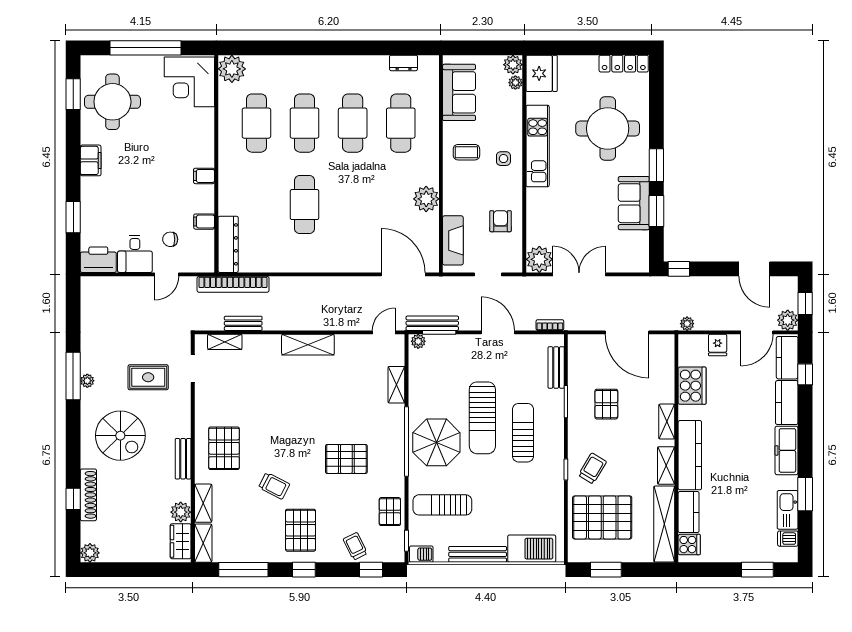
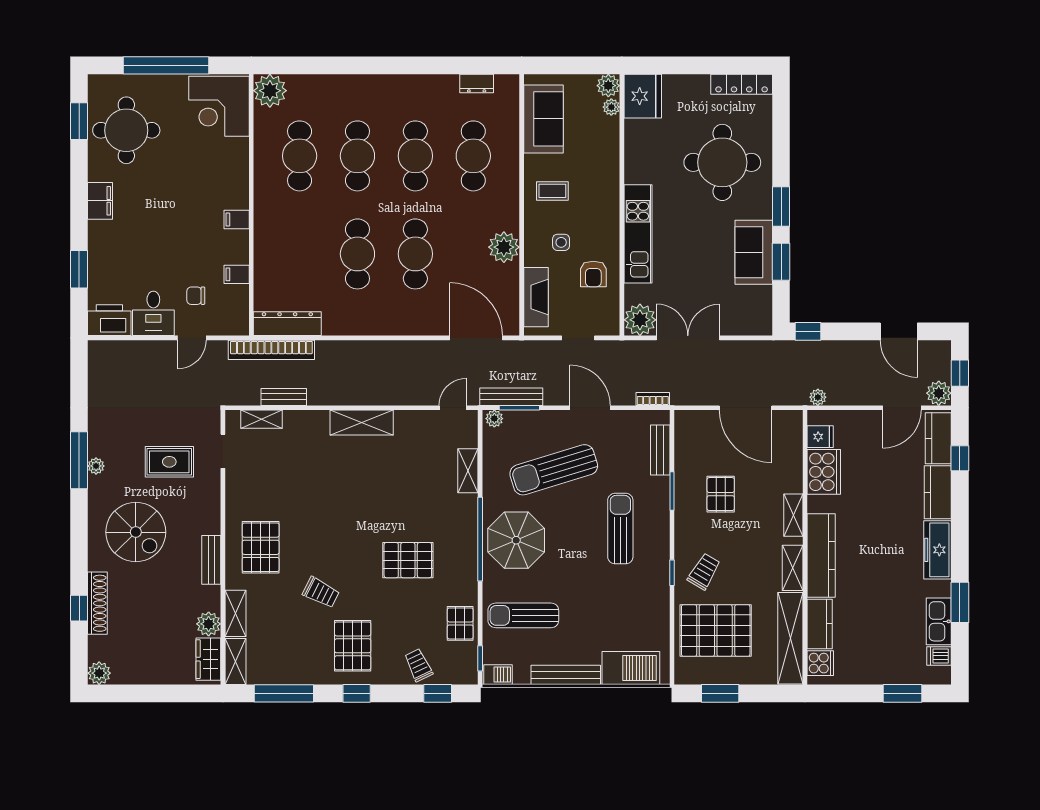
kitchen unit: (538, 146) -> (638, 234), moved
side table: (503, 159) -> (561, 242), moved
cafe table: (353, 205) -> (415, 254), added
armchair: (501, 221) -> (593, 274), turned 180
dresser: (228, 244) -> (287, 324), moved, turned -90
fridge: (718, 345) -> (820, 437), moved, turned -90
sun lounger: (482, 418) -> (554, 470), moved, turned 73

